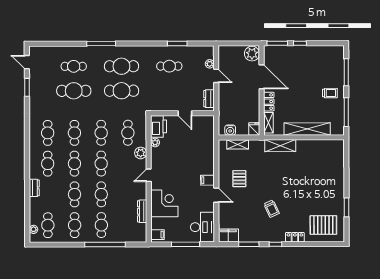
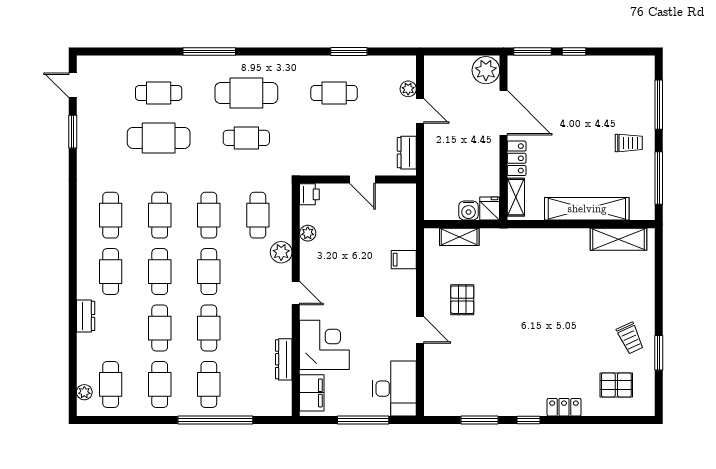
cafe table: (122, 91) -> (246, 138), width x0.73, depth x0.74
printer: (158, 126) -> (309, 194), width x0.53, depth x0.68
water cooler: (230, 130) -> (469, 211), moved
shelving: (280, 146) -> (618, 239), moved
door: (149, 175) -> (296, 293), swing flipped
filing cabinet: (207, 180) -> (404, 260), moved
trolley: (272, 209) -> (630, 338), moved
pallet: (323, 225) -> (616, 385), width x0.67, depth x0.71
filing cabinet: (157, 235) -> (312, 393), width x2.00
filing cabinet: (228, 236) -> (442, 404), removed

